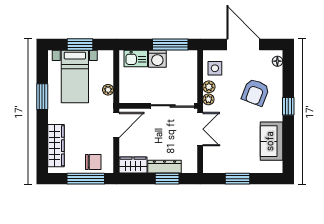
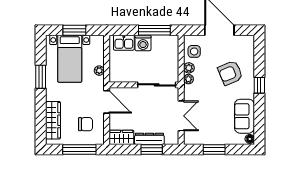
floor lamp: (277, 61) -> (250, 139), moved
armchair: (255, 92) -> (230, 73), turned 46
door: (116, 125) -> (107, 102), hinge flipped
double door: (200, 129) -> (181, 116), moved
chair: (93, 162) -> (86, 124), moved

